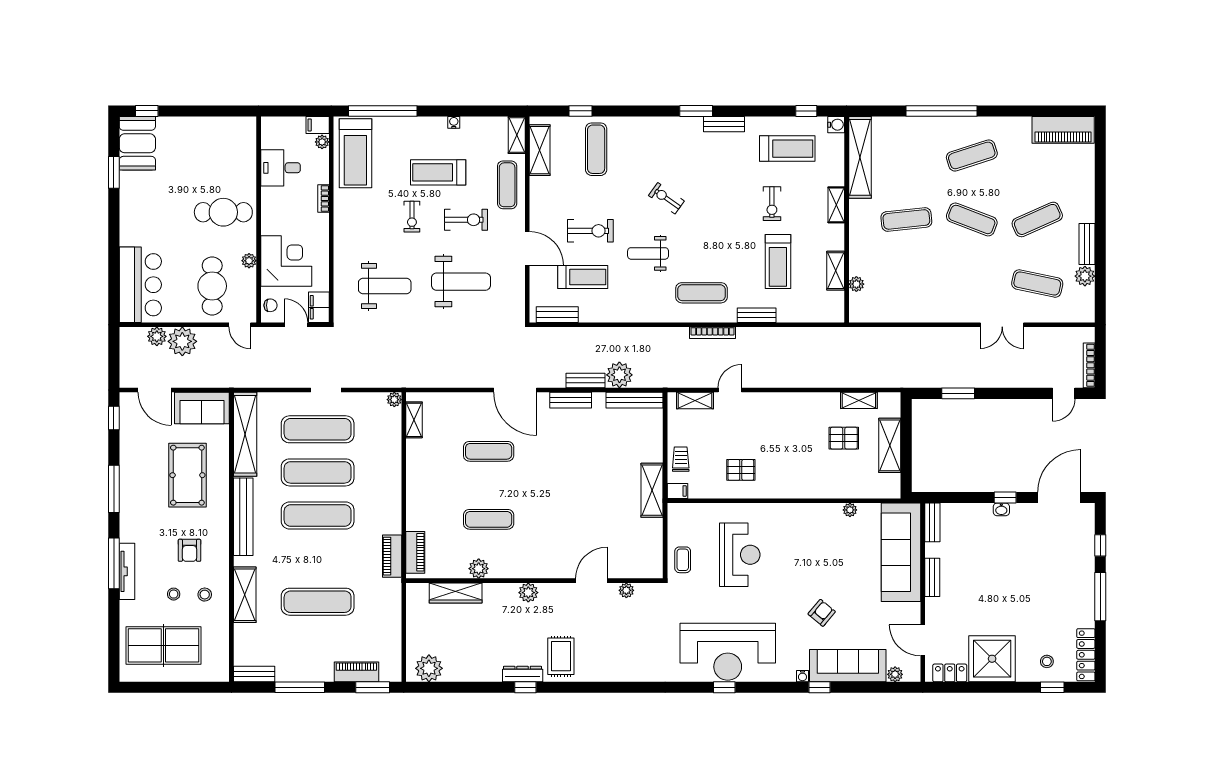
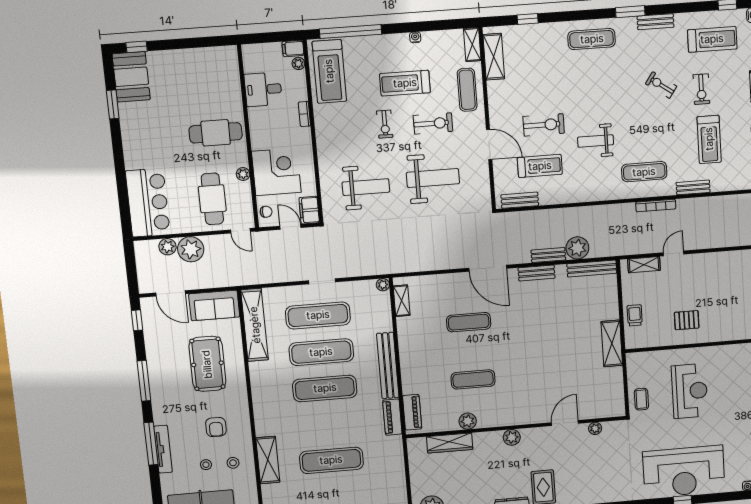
exercise mat: (596, 149) -> (592, 39), moved, turned 90
exercise bike: (666, 198) -> (661, 85), moved
filing cabinet: (677, 491) -> (634, 342), removed
bench: (243, 517) -> (388, 366), moved

